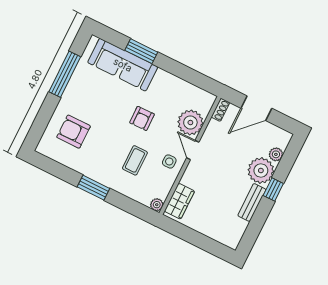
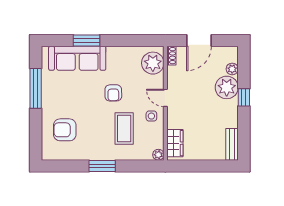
plant: (190, 123) -> (153, 63), moved
coffee table: (135, 160) -> (124, 129), width x1.36, depth x1.30
bench: (252, 202) -> (232, 144), moved

